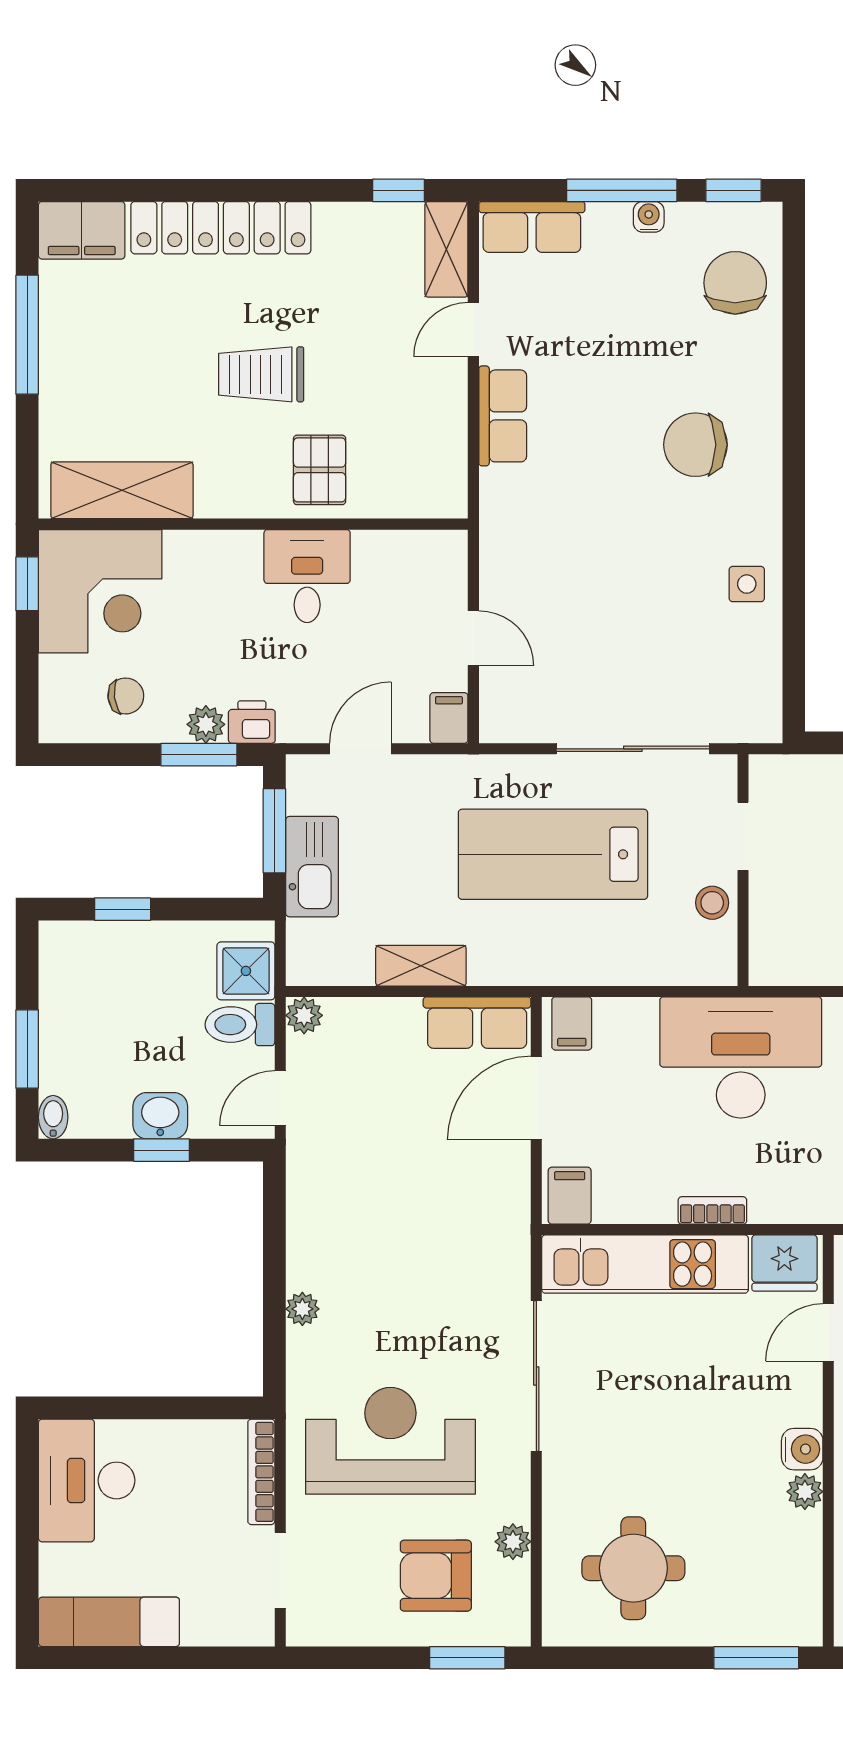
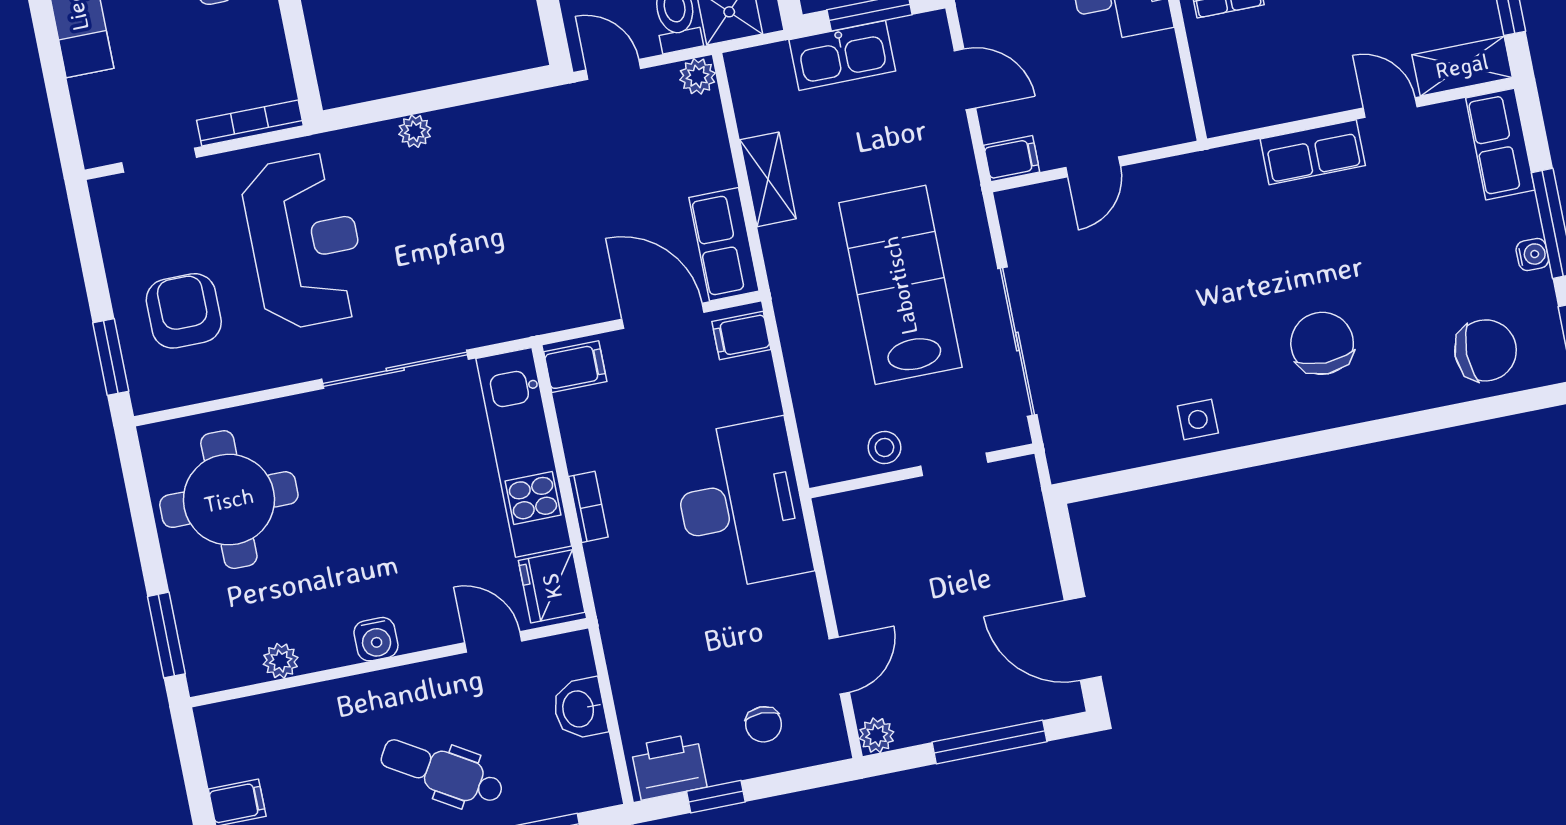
plant: (805, 1492) -> (281, 661), moved
plant: (513, 1542) -> (231, 379), removed
round table: (633, 1568) -> (229, 500), width x1.36, depth x1.36

